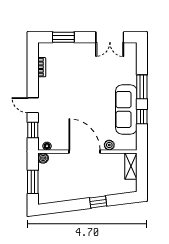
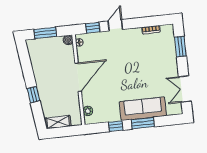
sofa: (126, 109) -> (143, 109), moved
plant: (109, 145) -> (88, 111), moved
shelving: (131, 166) -> (58, 122), moved

